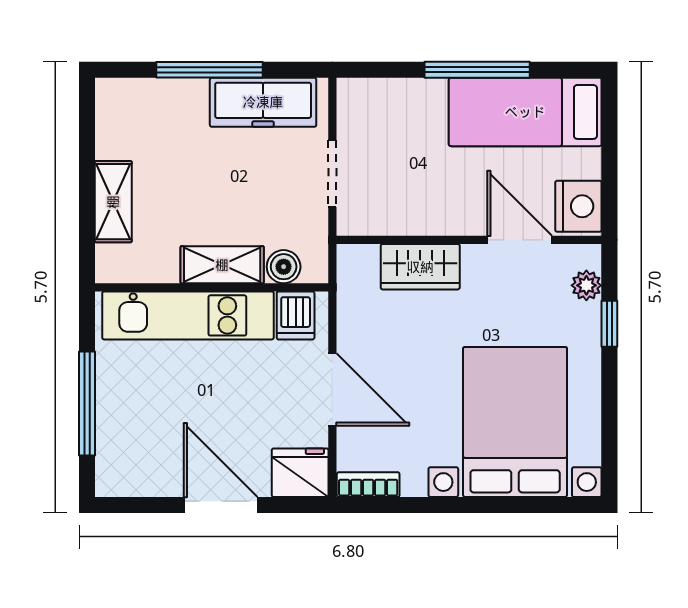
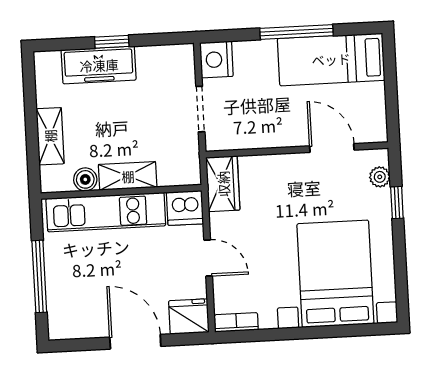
window: (209, 70) -> (112, 42), width x0.46
freezer: (263, 102) -> (99, 65), moved
nightstand: (578, 206) -> (216, 60), moved, turned 180
boiler: (284, 267) -> (85, 179), moved
wardrobe: (420, 267) -> (223, 184), moved, turned -90
dishwasher: (296, 315) -> (185, 208), width x1.38
door: (332, 390) -> (208, 258), width x0.73

